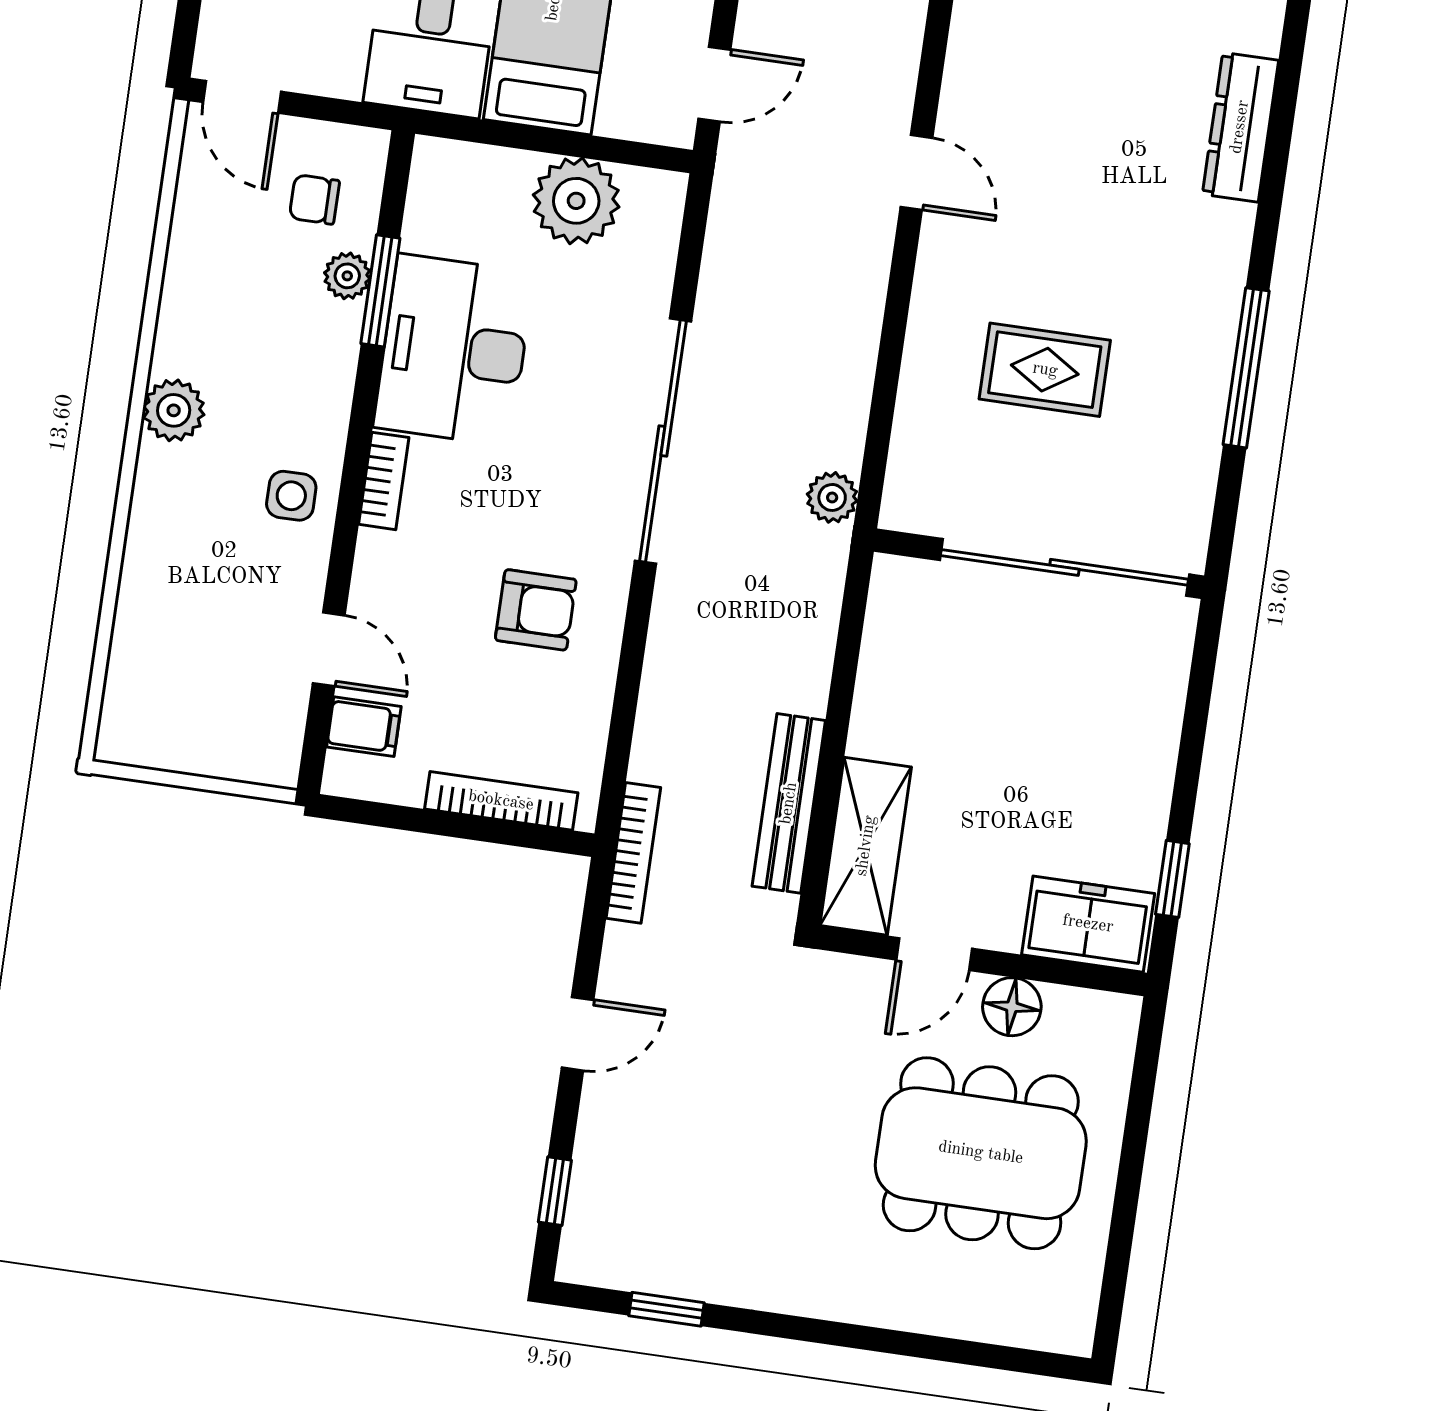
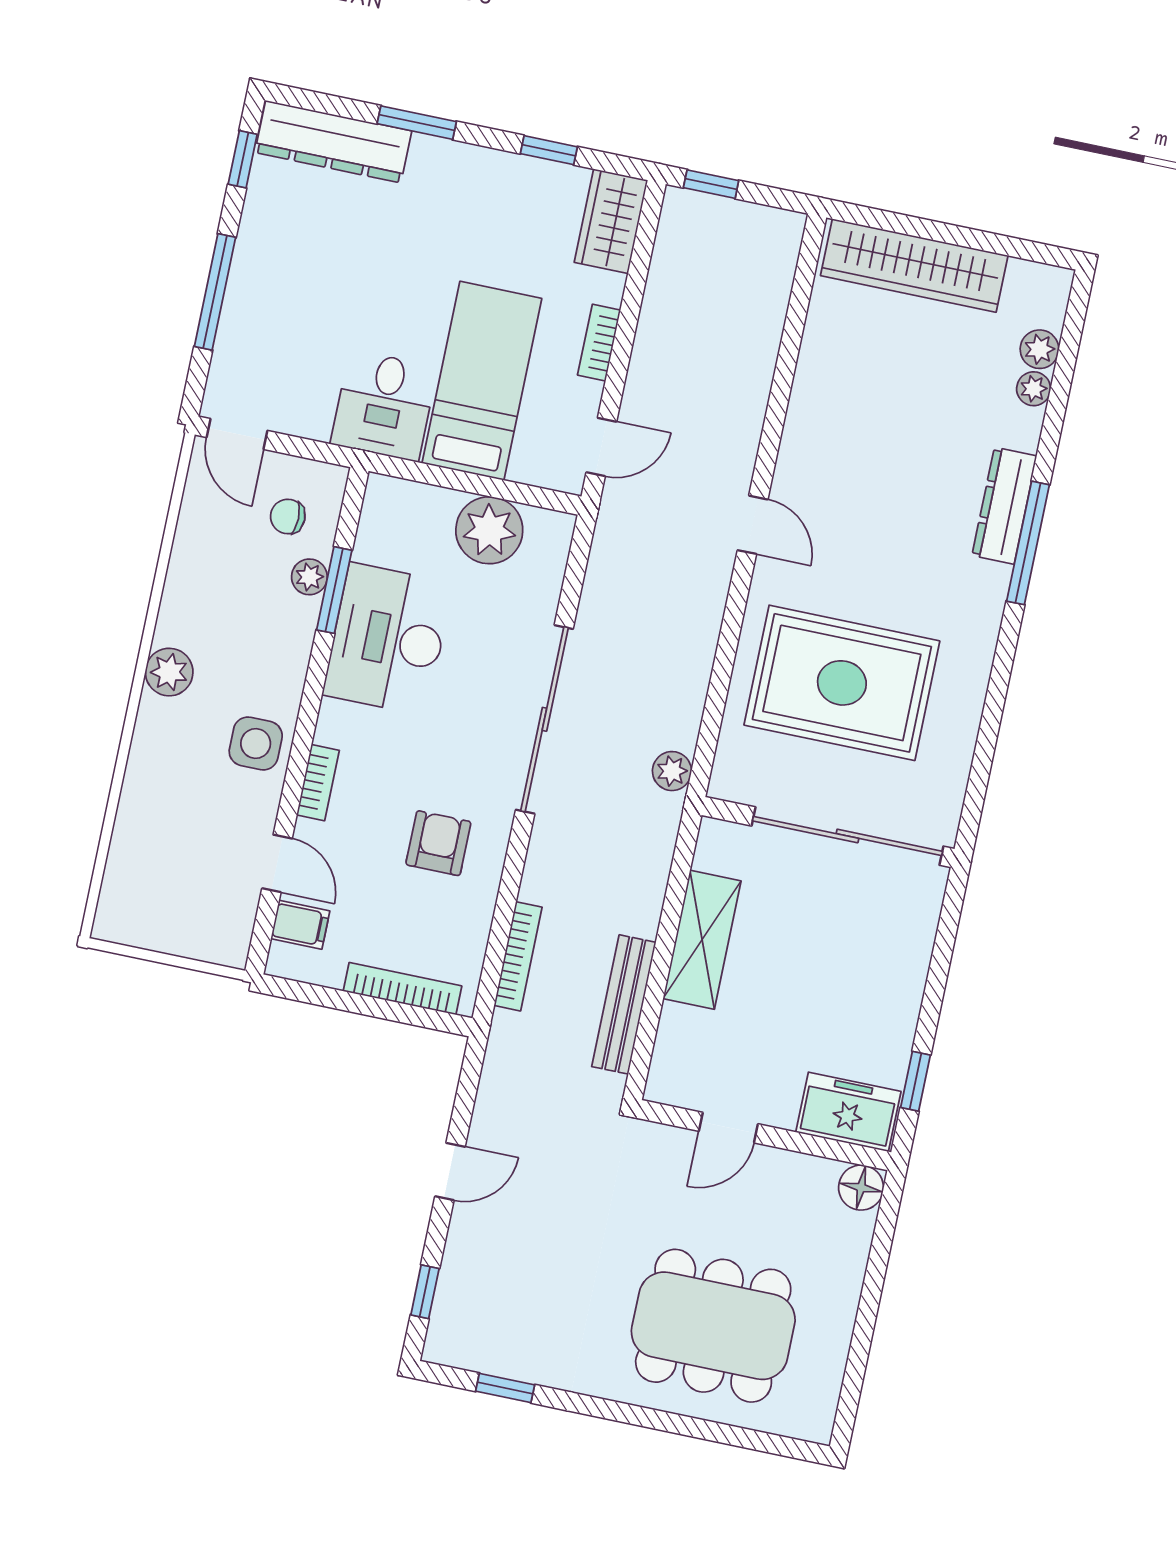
window: (1246, 368) -> (1028, 543), moved
rug: (1045, 370) -> (842, 683), width x1.86, depth x2.06
bookcase: (384, 481) -> (318, 783), moved
side table: (291, 496) -> (256, 743), width x1.37, depth x1.37
armchair: (536, 610) -> (438, 843), turned -90
shelving: (866, 846) -> (702, 940), moved
bookcase: (633, 853) -> (518, 956), moved
floor lamp: (1012, 1007) -> (861, 1188), moved
dining table: (981, 1153) -> (713, 1326), moved

